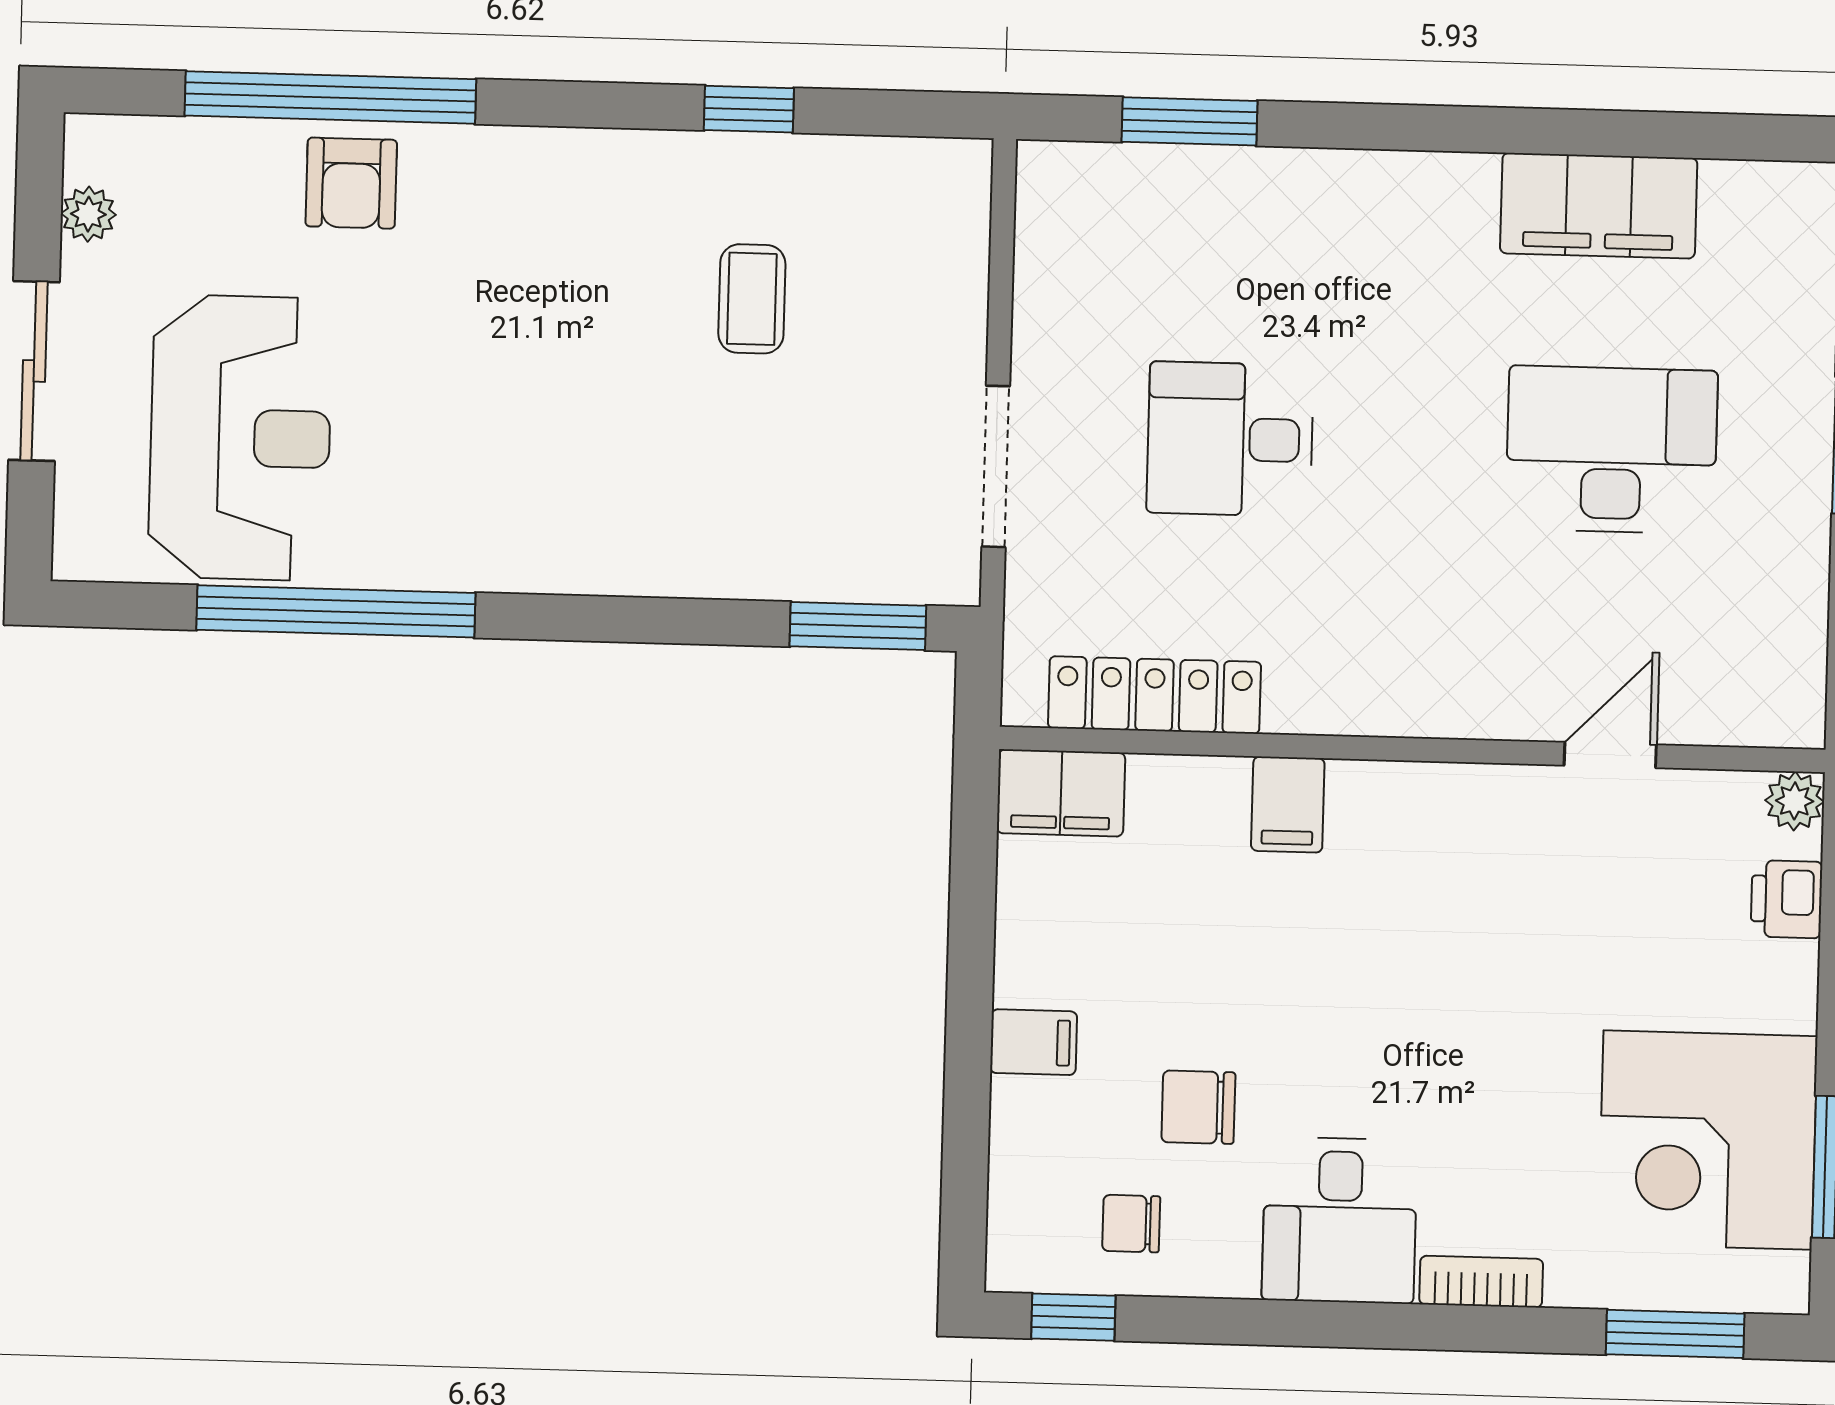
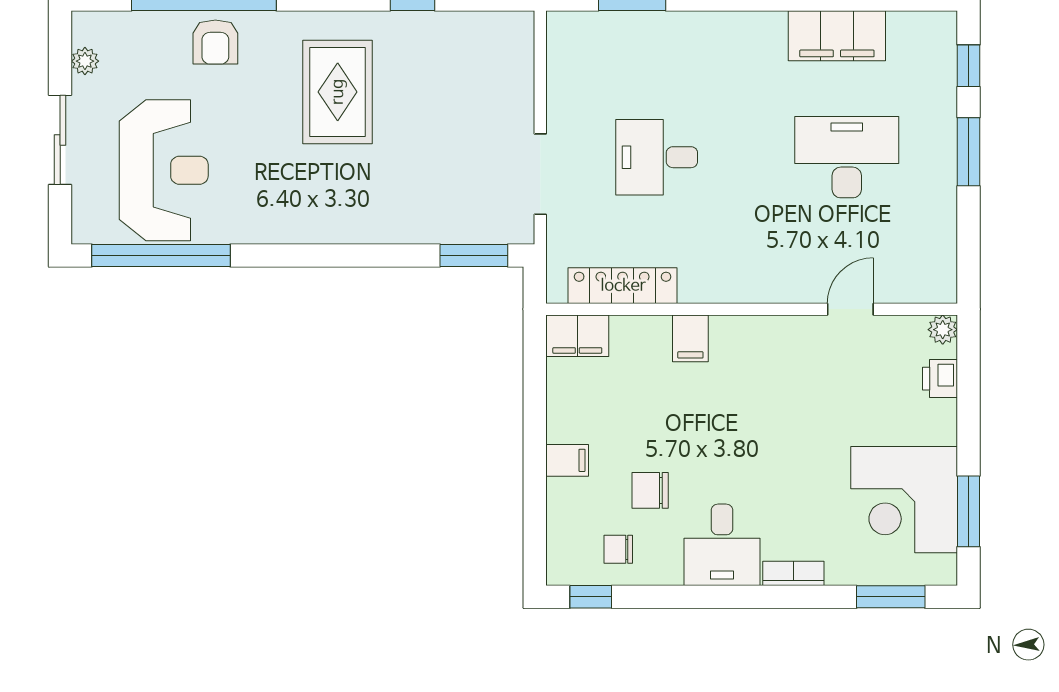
rug: (594, 290) -> (338, 92), added
coffee table: (752, 299) -> (417, 94), removed
window: (336, 611) -> (161, 255), moved

